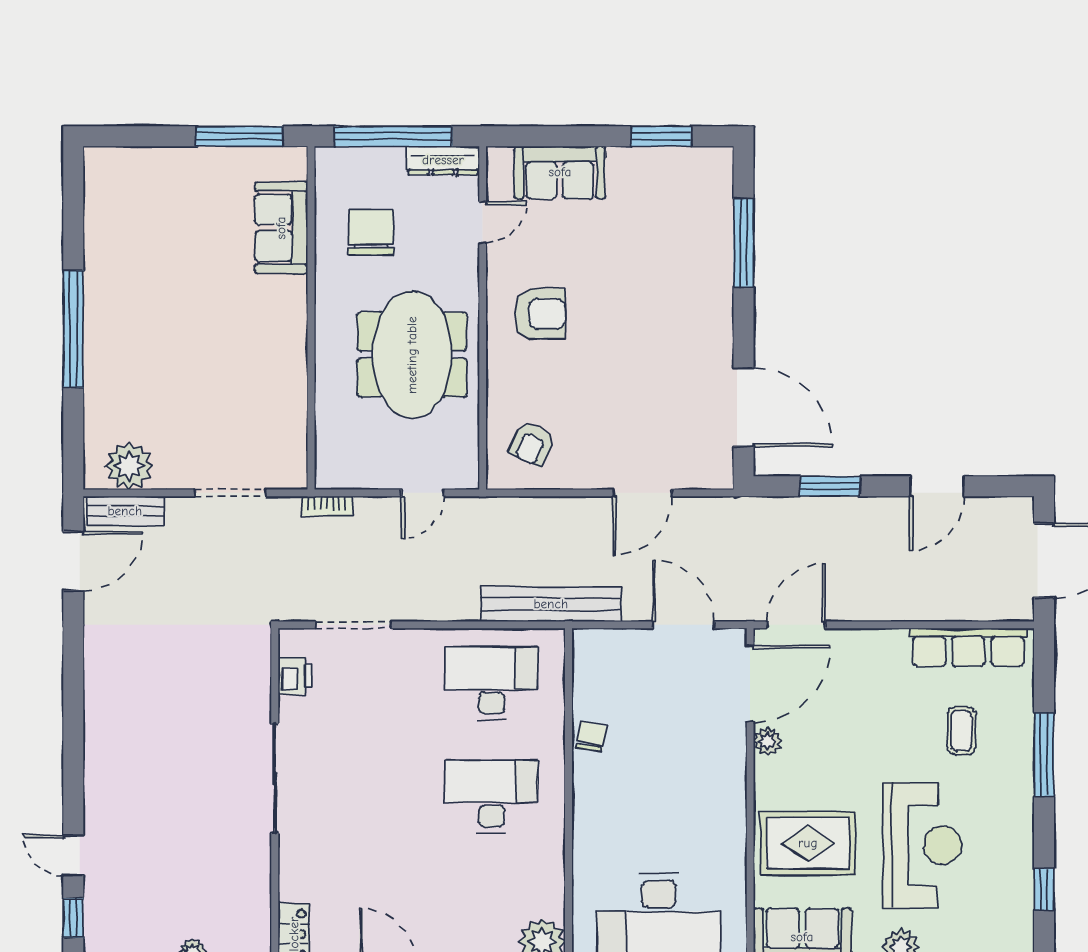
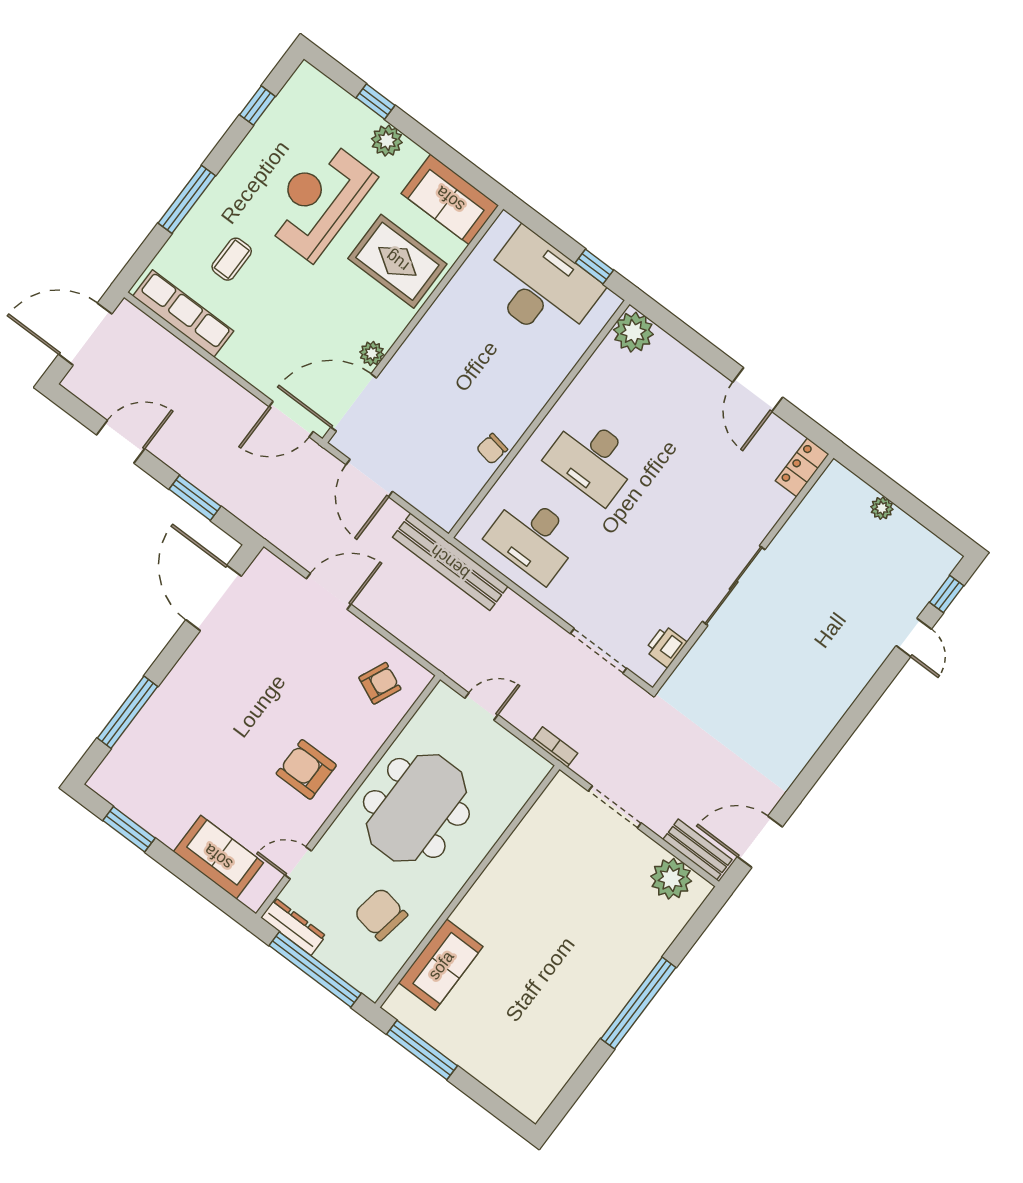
chair: (371, 233) -> (381, 914), turned 100

